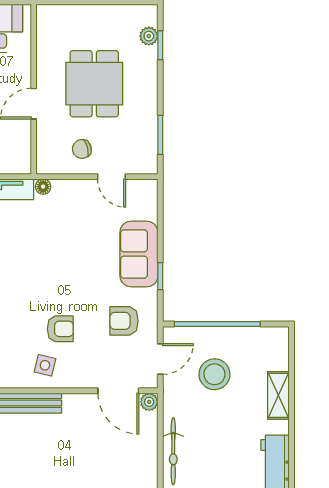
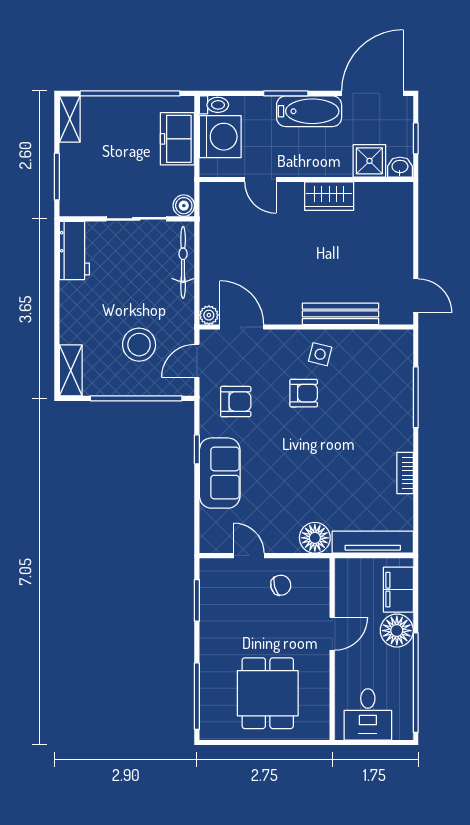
plant: (149, 36) -> (209, 706), removed
window: (160, 45) -> (197, 696), width x2.17
dining table: (94, 84) -> (268, 693), moved
floor lamp: (43, 187) -> (315, 538), width x1.89, depth x1.89
armchair: (60, 329) -> (304, 393), turned 180
shelving: (278, 395) -> (71, 370), moved

